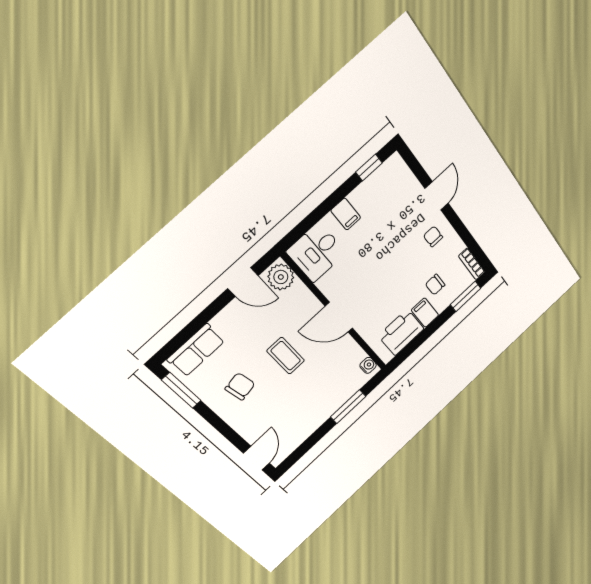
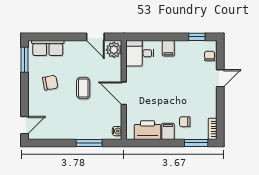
chair: (433, 236) -> (210, 56), moved

